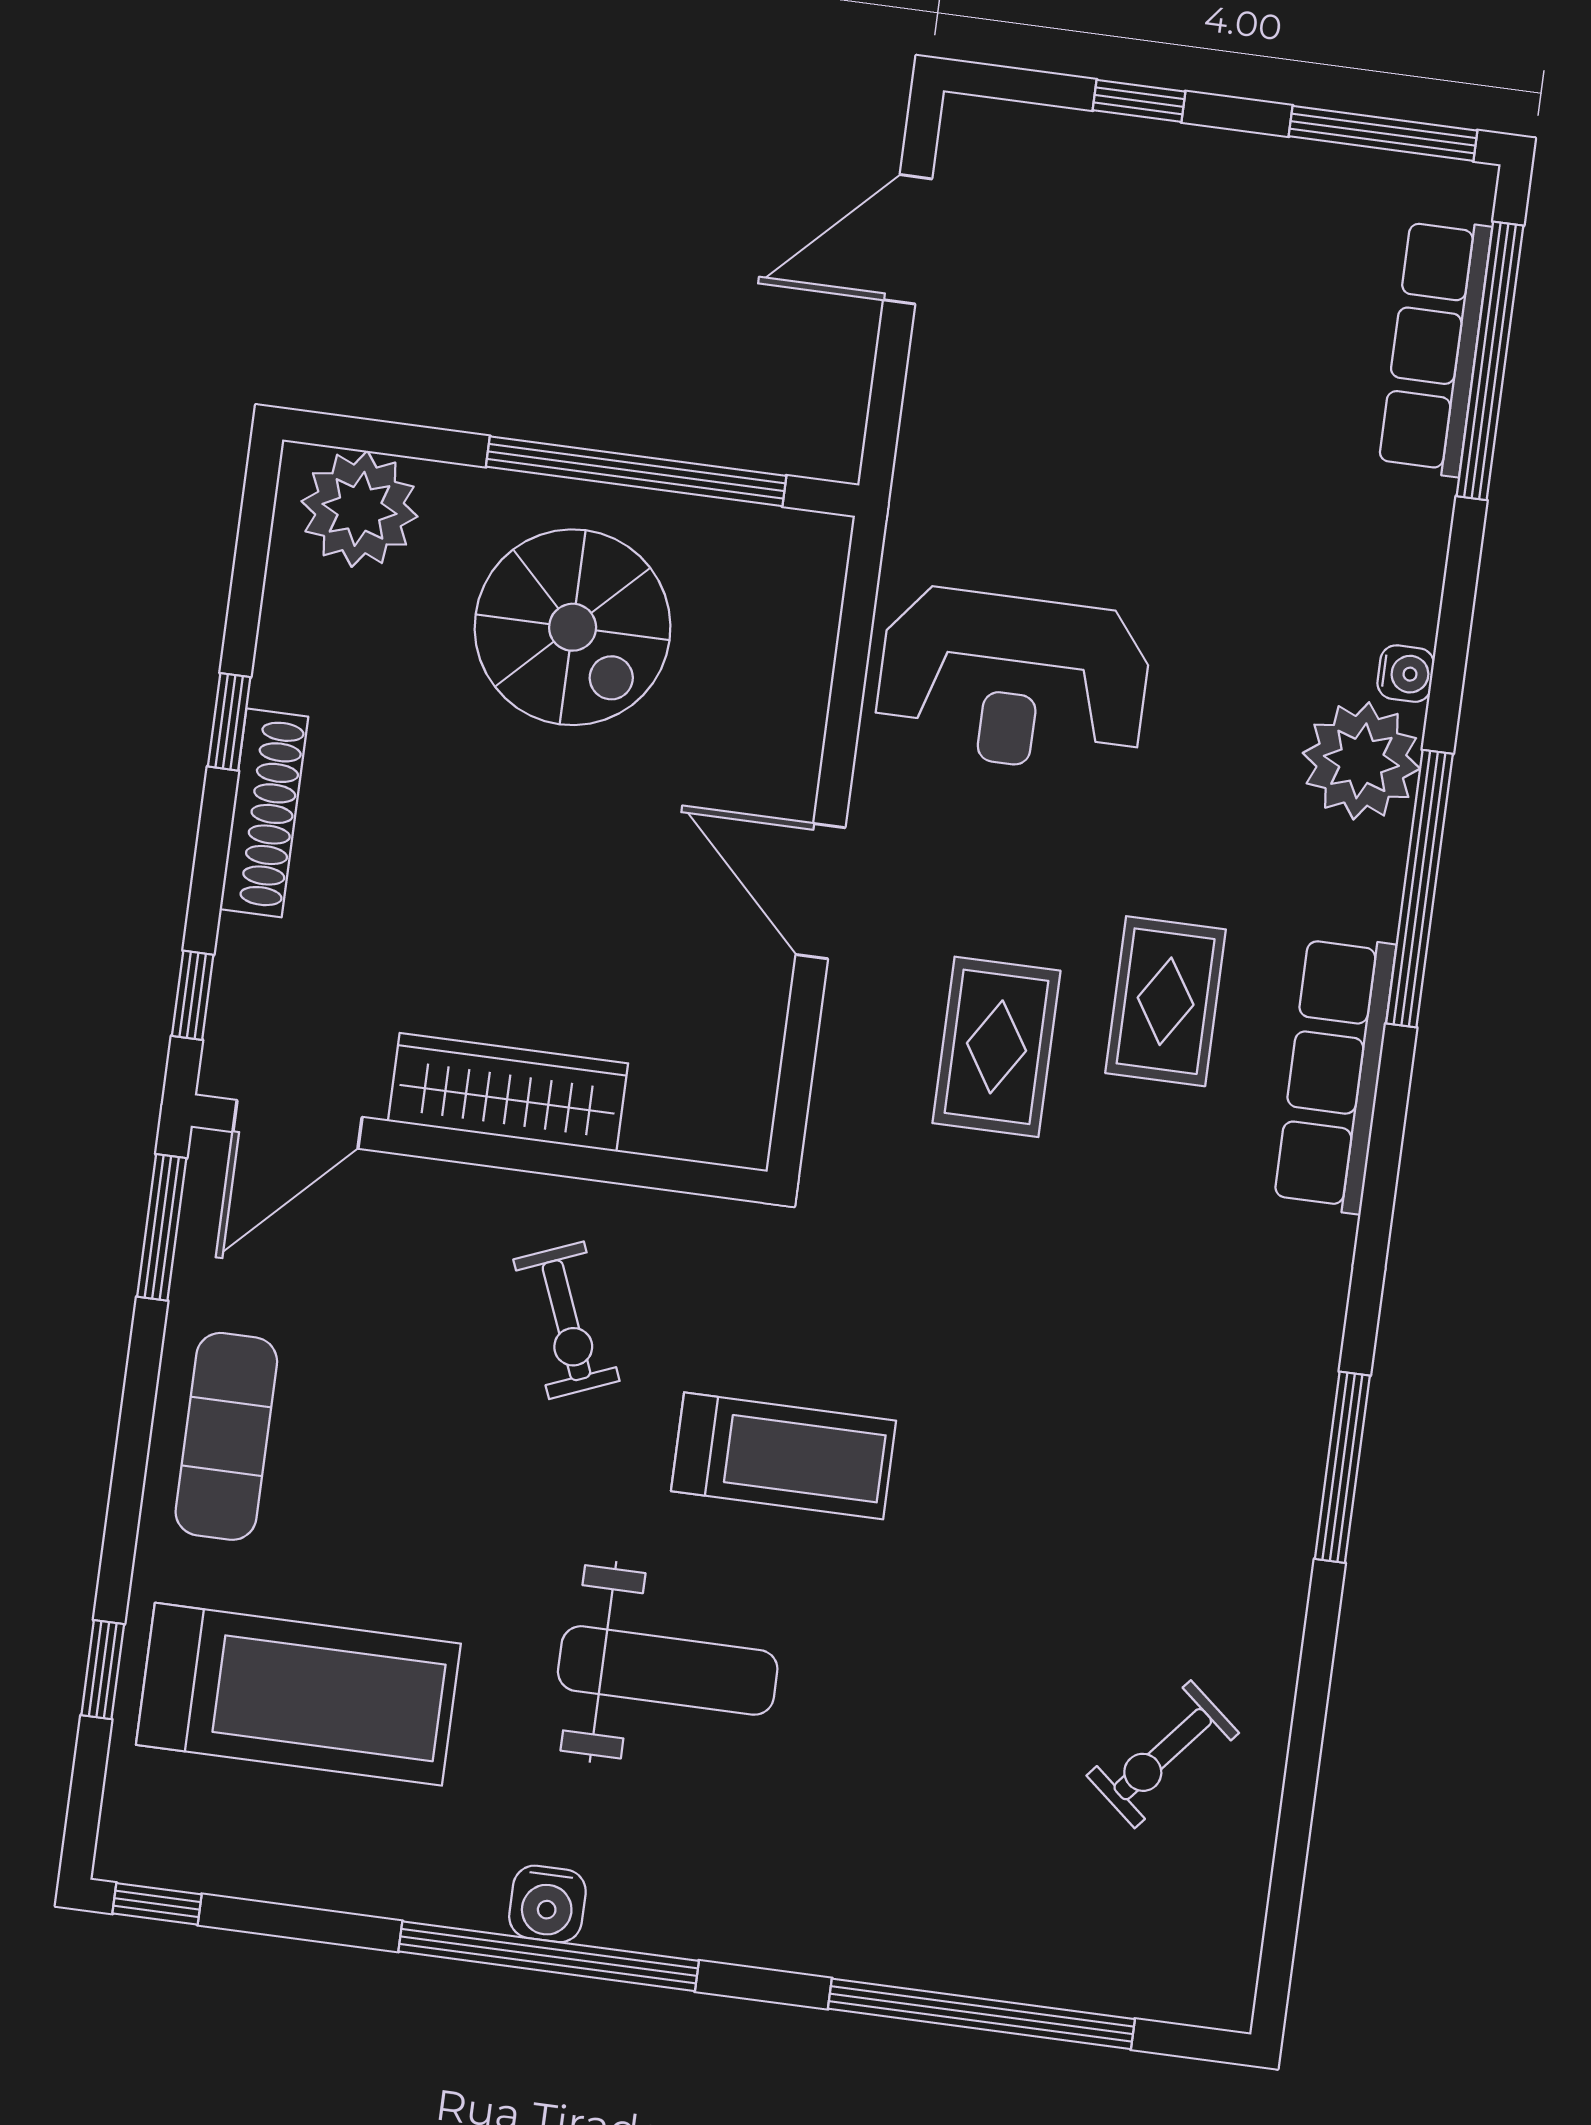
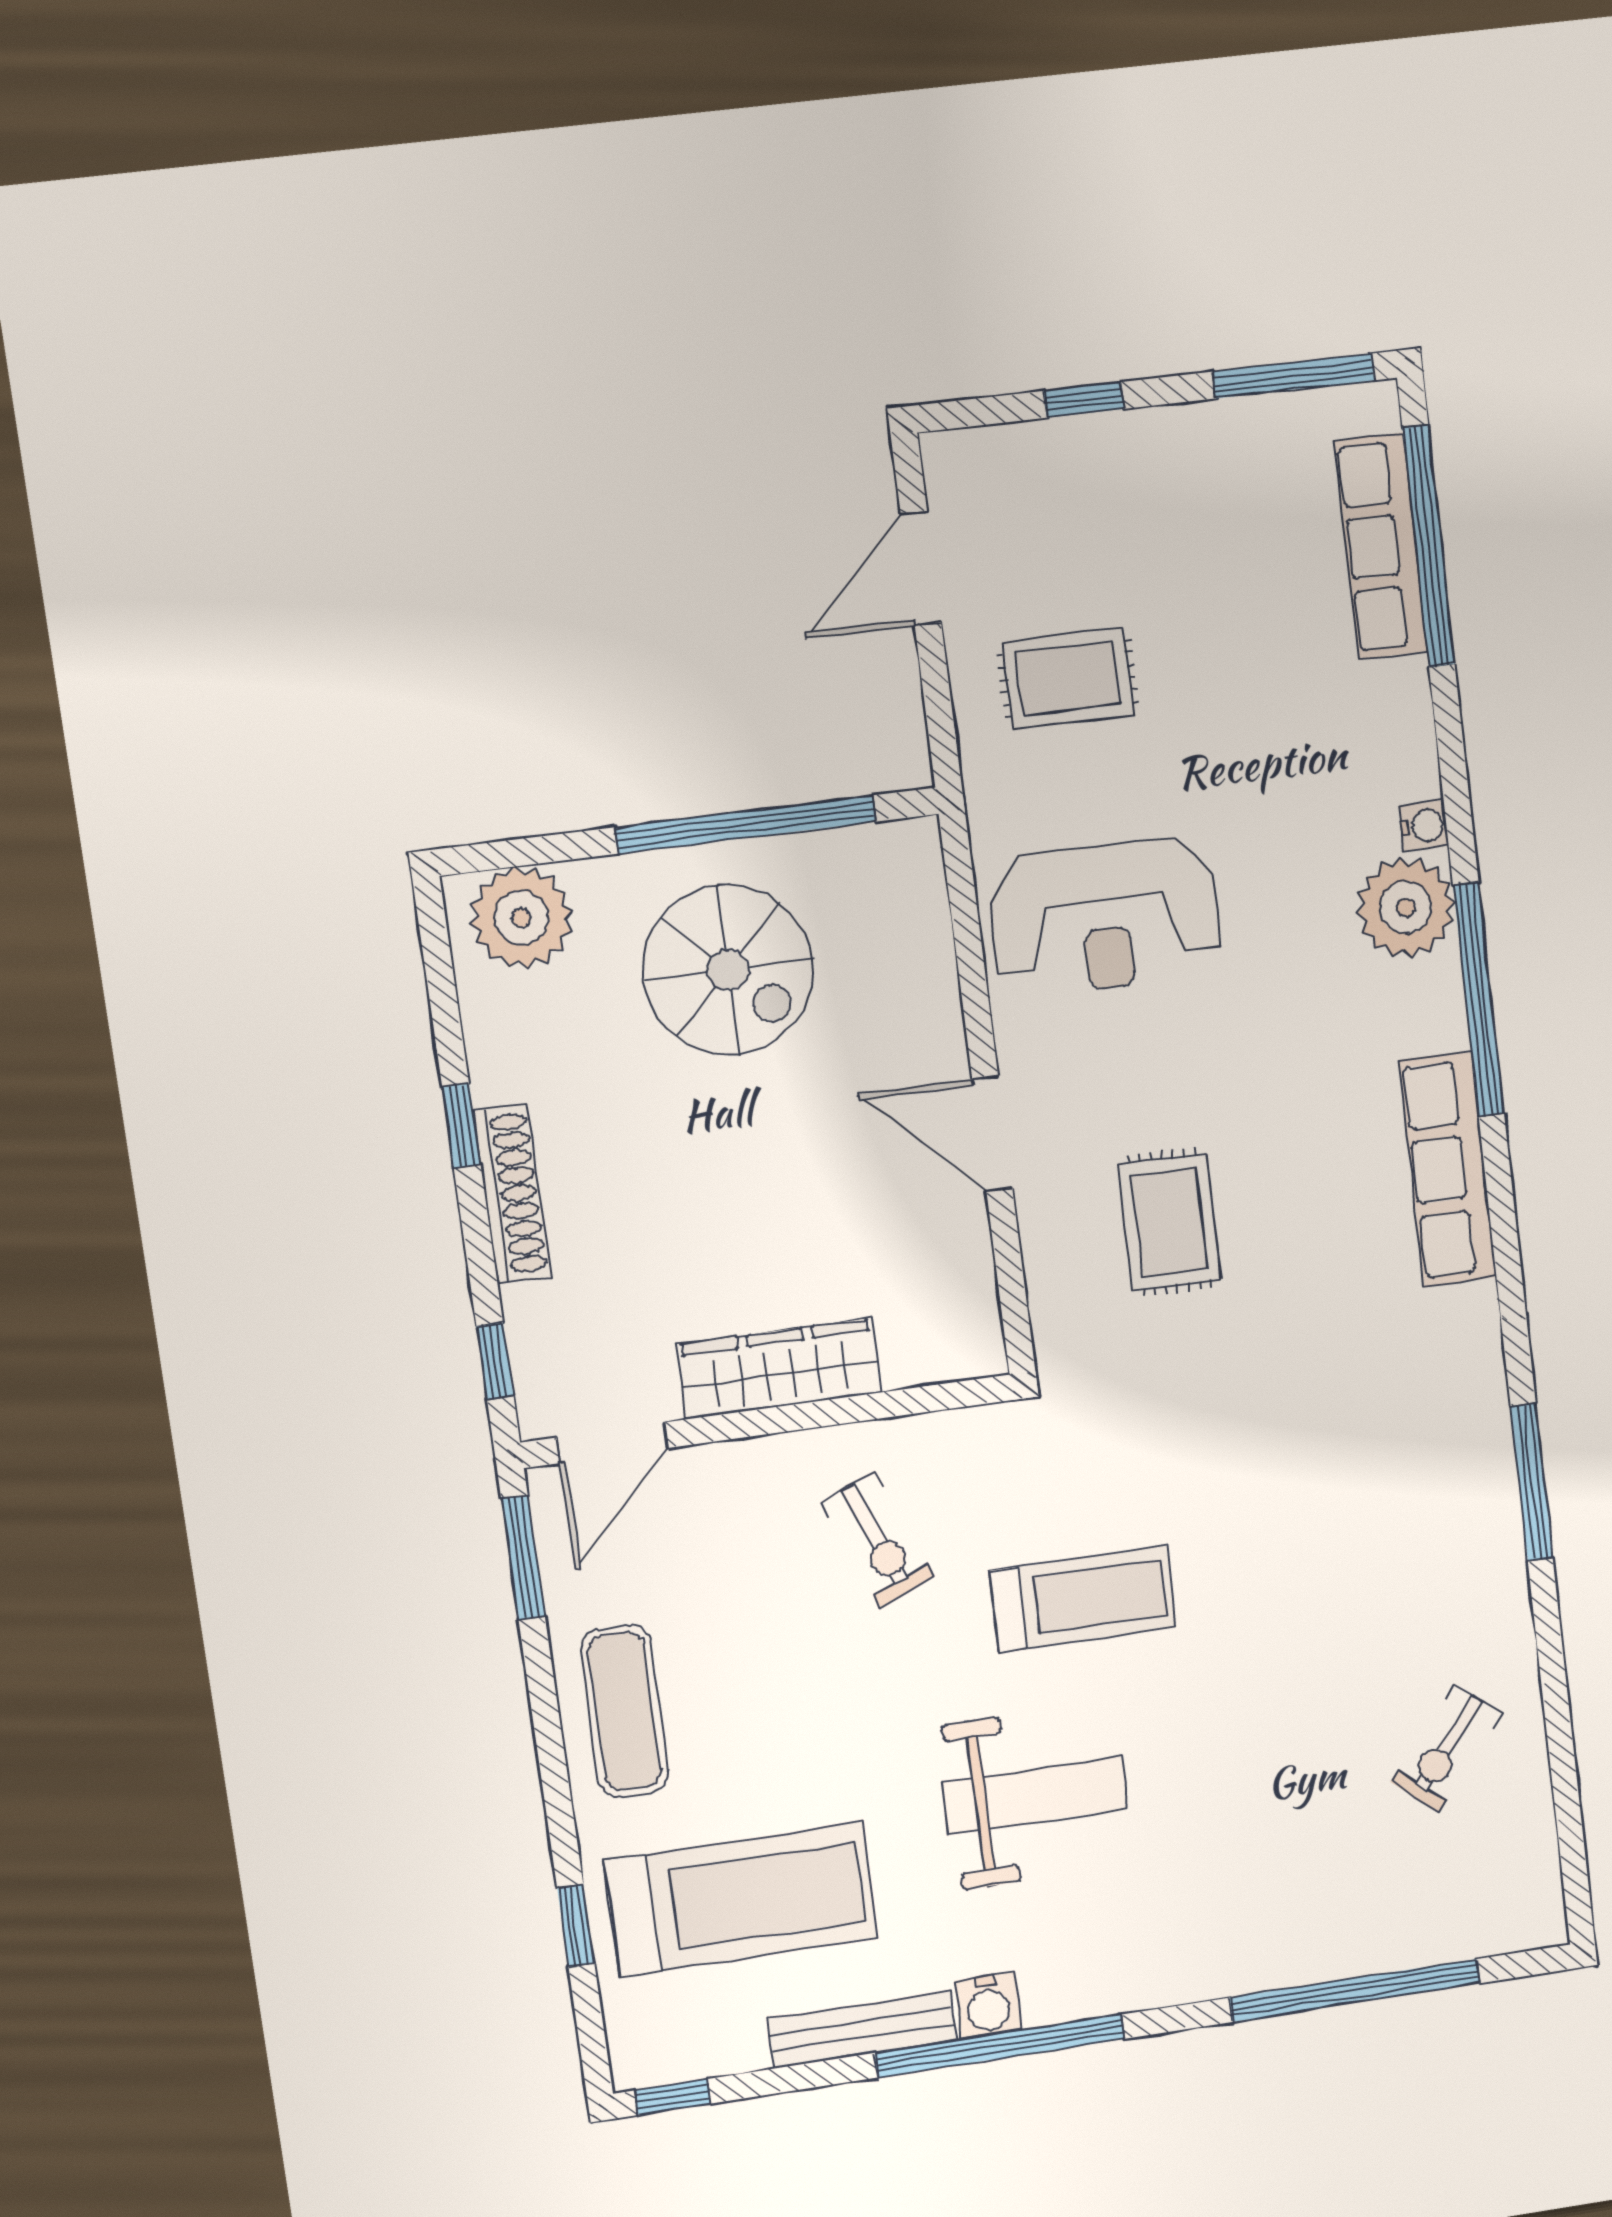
rug: (1166, 1001) -> (1068, 679), moved, turned 90
bench: (395, 1889) -> (862, 2030), added

